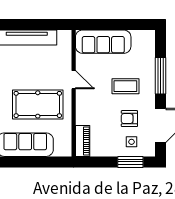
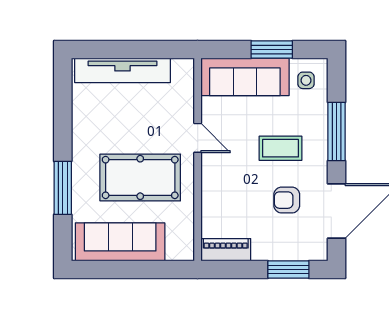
window: (120, 25) -> (272, 50), added
piano: (83, 141) -> (226, 250), moved, turned -90
side table: (131, 142) -> (306, 80), moved

